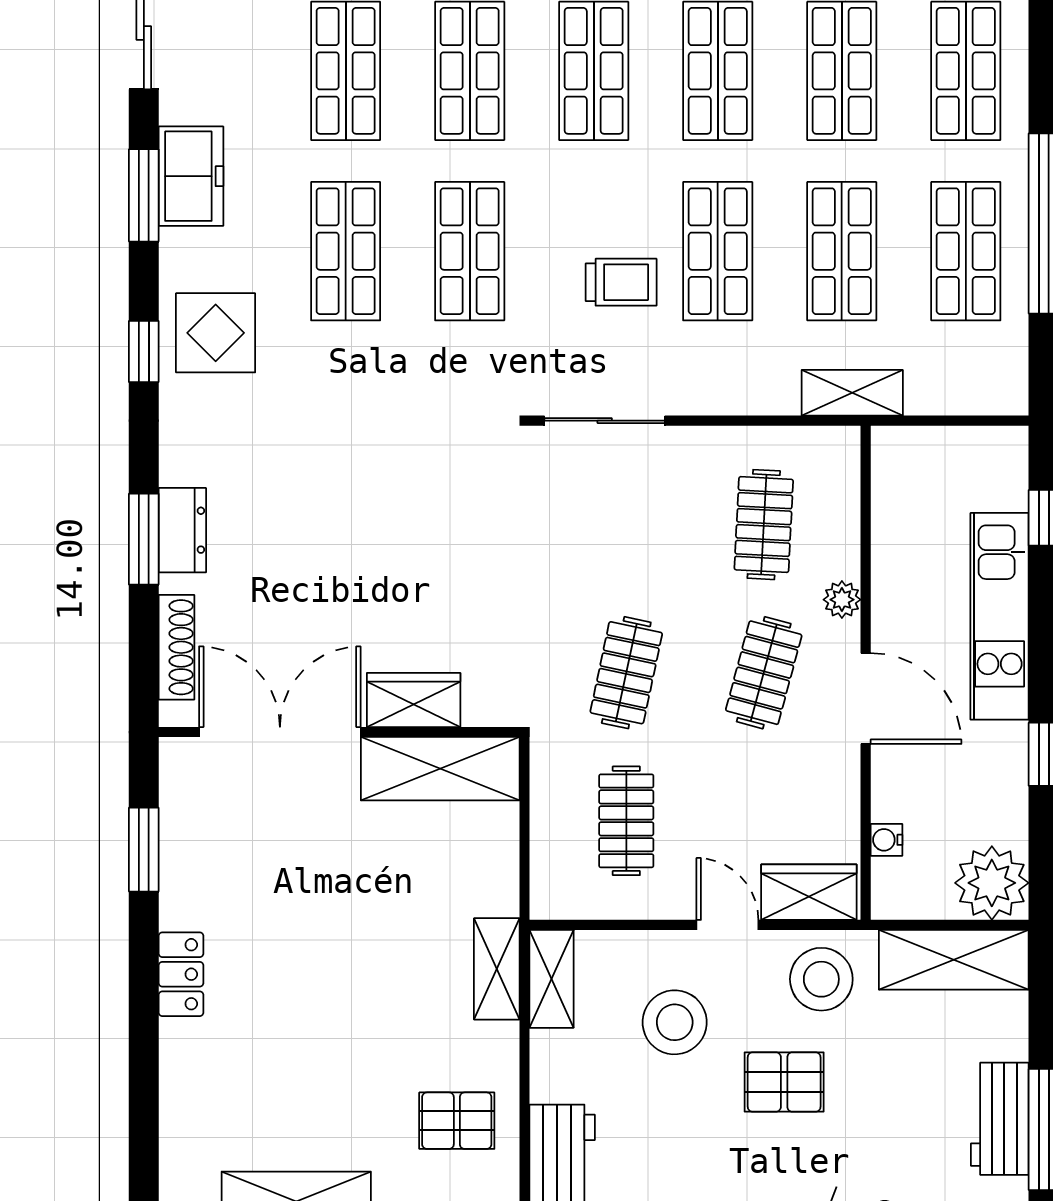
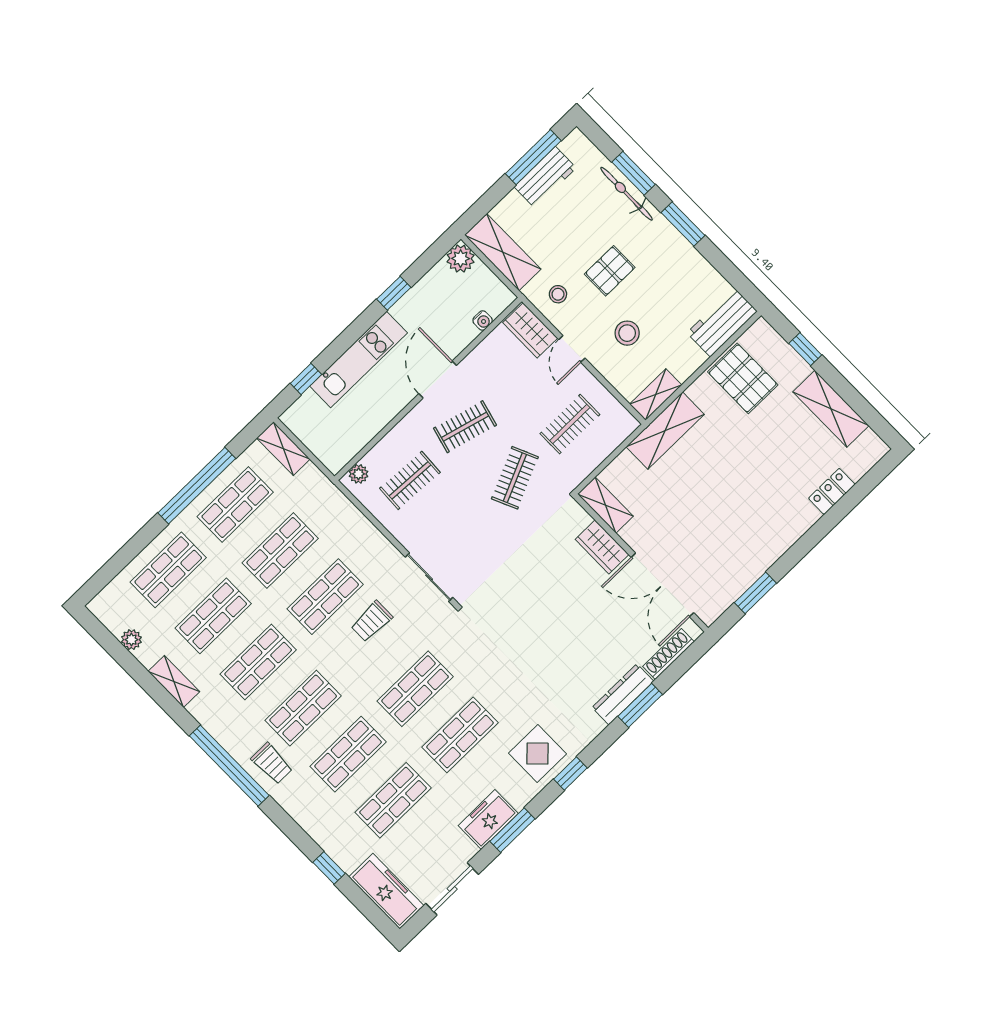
trolley: (621, 282) -> (372, 621), turned -90
shelving: (852, 393) -> (283, 449), moved
dresser: (182, 530) -> (623, 694), width x1.44
plant: (842, 600) -> (359, 474), moved
clothes rail: (626, 673) -> (515, 478), turned -36
shelving: (440, 769) -> (605, 505), width x0.67, depth x0.75
plant: (992, 883) -> (461, 259), width x0.73, depth x0.73
shelving: (497, 969) -> (665, 431), width x1.50, depth x1.33
locker: (181, 974) -> (832, 491), moved
stool: (821, 979) -> (558, 294), width x0.53, depth x0.53
stool: (675, 1022) -> (627, 333), width x0.73, depth x0.73
pallet: (784, 1082) -> (610, 271), turned 90
pallet: (457, 1121) -> (743, 378), width x1.50, depth x1.42

